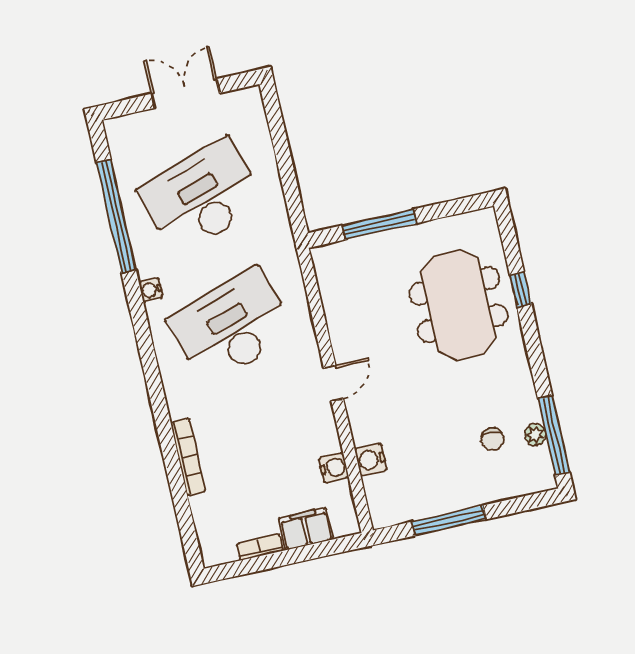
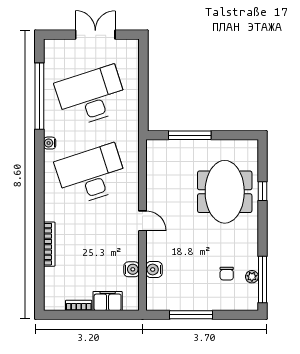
door: (333, 383) -> (143, 221), hinge flipped

